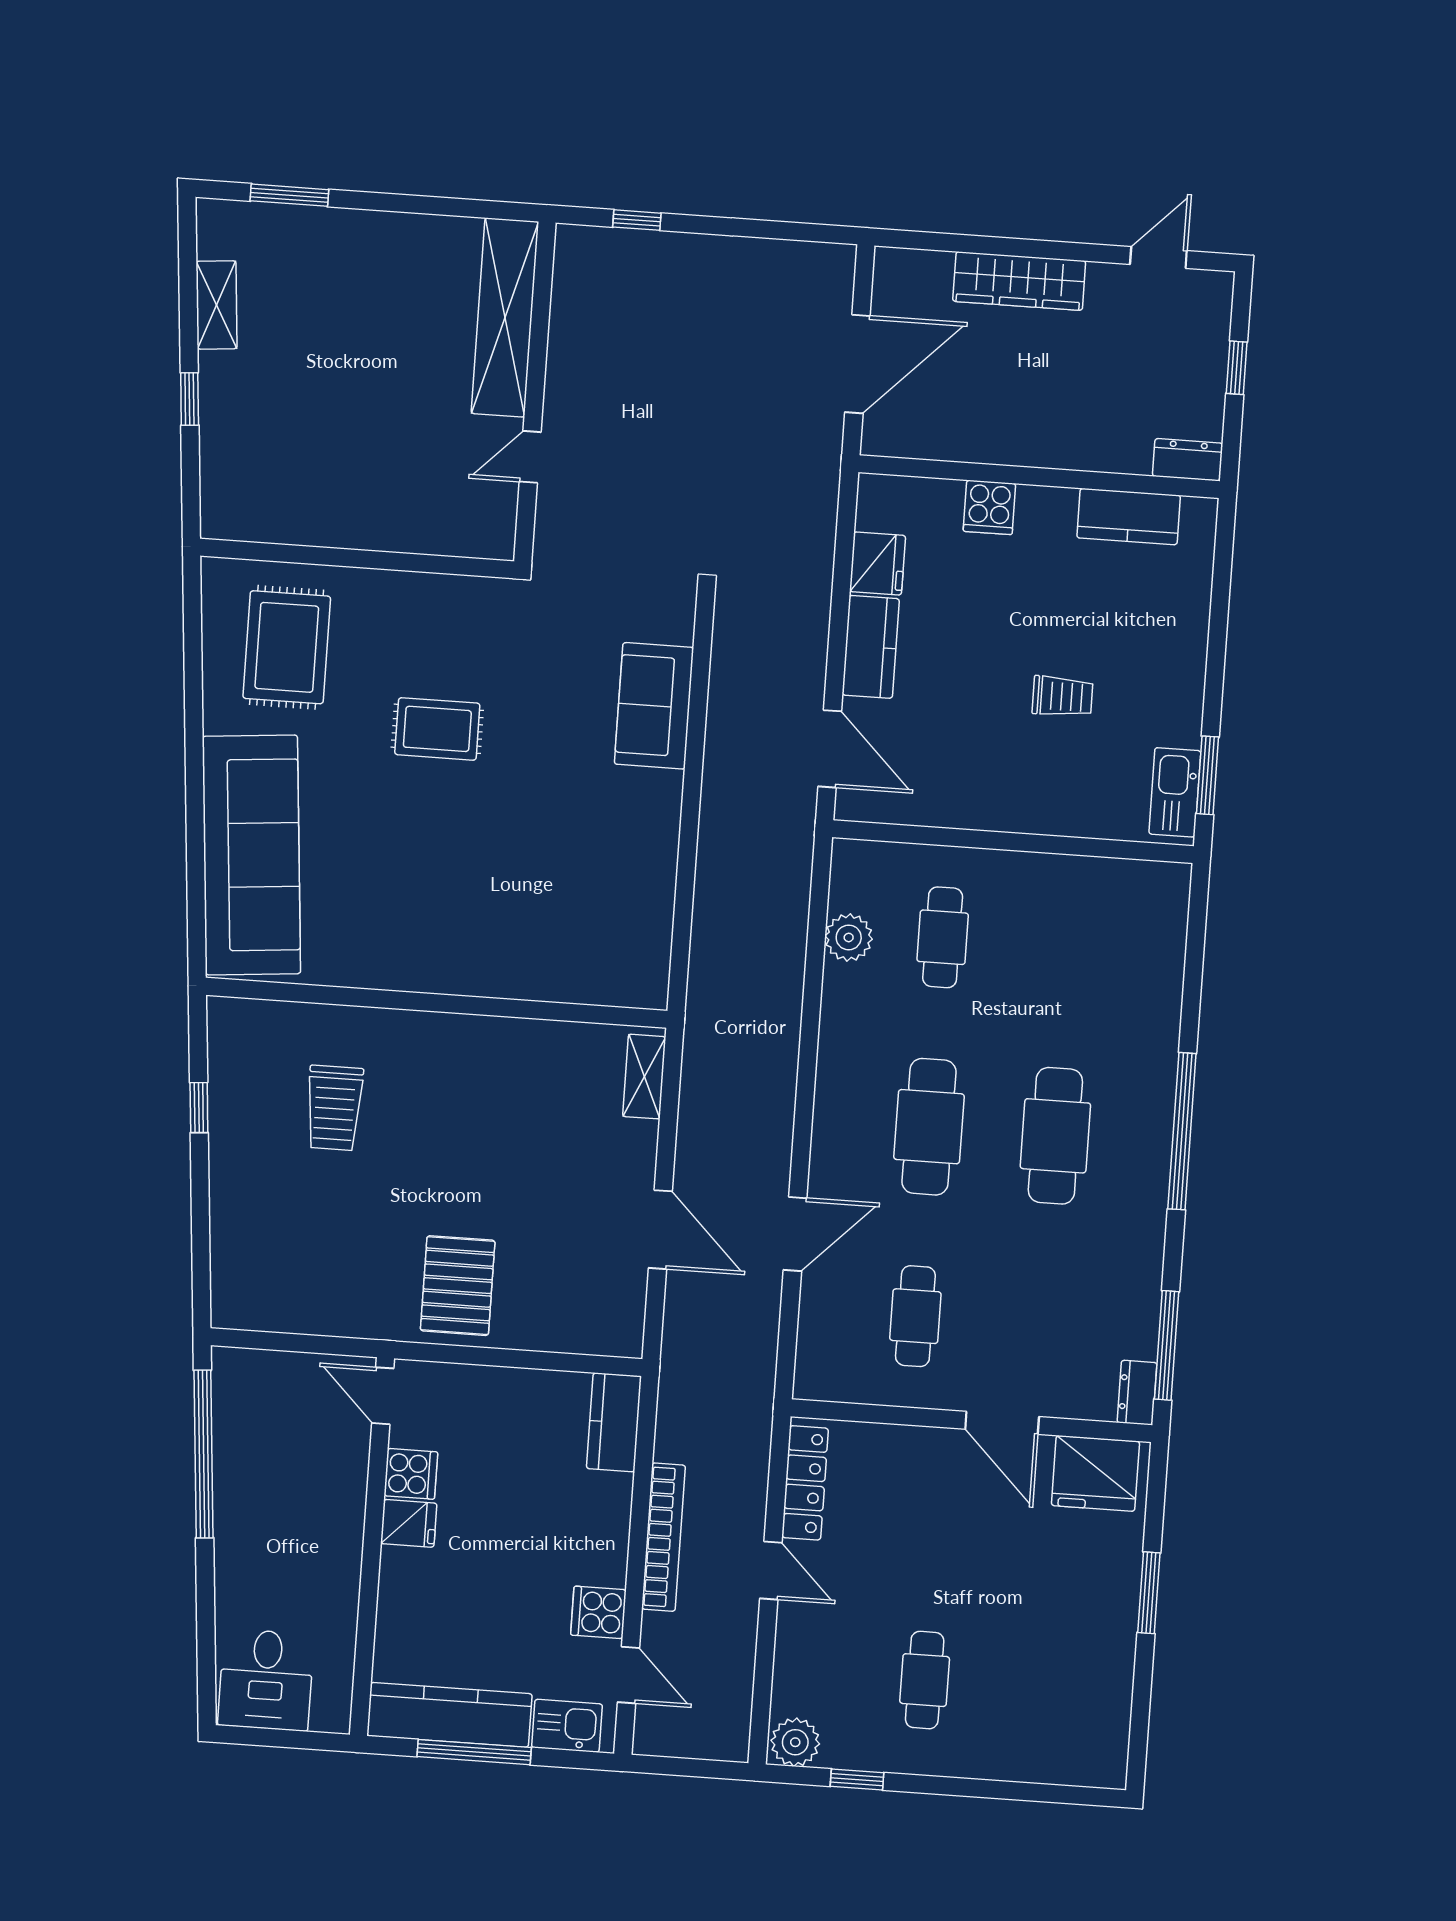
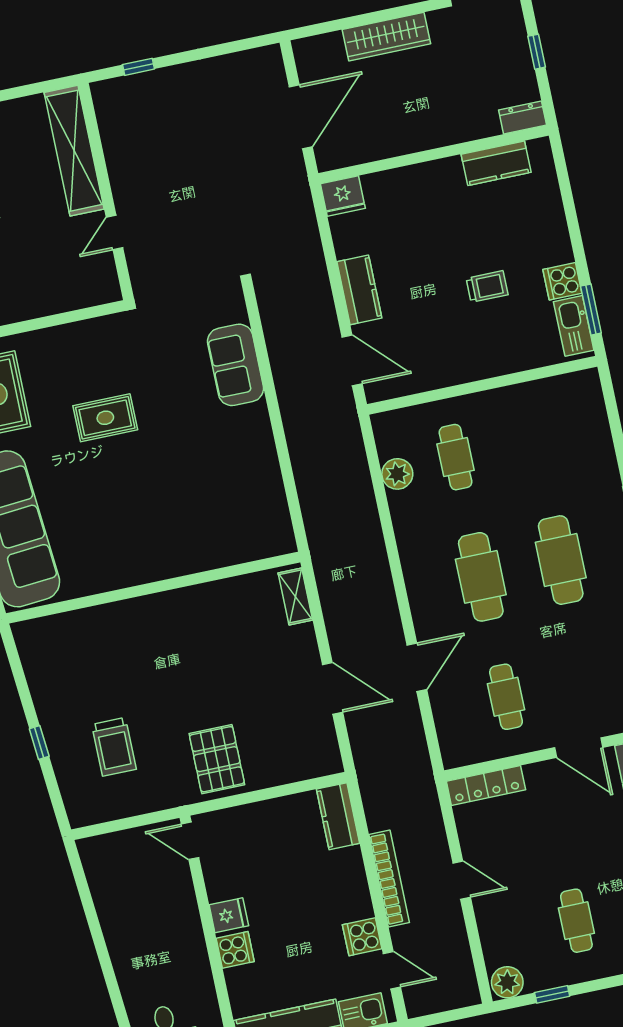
cooker: (989, 507) -> (562, 281), moved, turned 90
fridge: (878, 564) -> (343, 196), moved, turned 90
window: (199, 1108) -> (39, 743), moved
trolley: (334, 1108) -> (114, 747), moved
window: (204, 1454) -> (89, 909), removed
cooker: (411, 1474) -> (235, 950), moved
locker: (805, 1483) -> (486, 785), moved, turned 90

